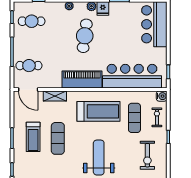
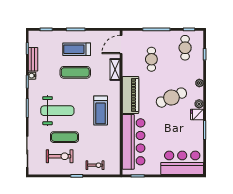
cafe table: (85, 36) -> (171, 98), turned -32
cafe table: (29, 66) -> (151, 59), moved
water cooler: (162, 96) -> (115, 170), removed
treadmill: (99, 111) -> (101, 110), width x0.73, depth x0.73
exercise mat: (134, 118) -> (64, 137), moved
exercise bike: (147, 155) -> (60, 156), turned 180

